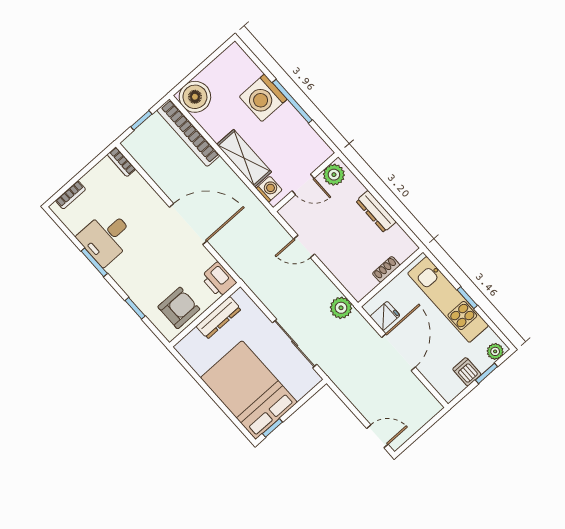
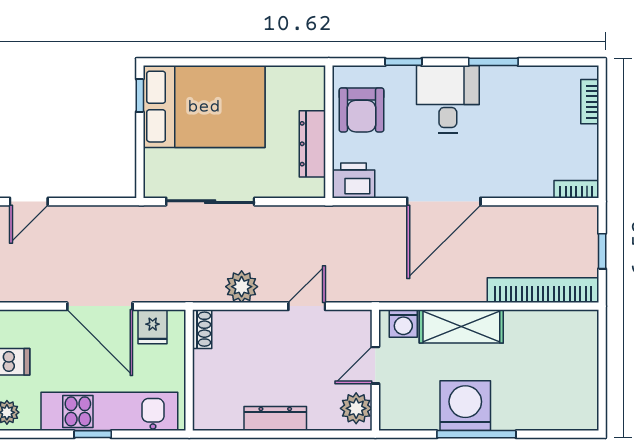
boiler: (195, 97) -> (576, 332), removed
washing machine: (263, 98) -> (465, 406), moved
desk: (106, 237) -> (448, 99), moved
shoe rack: (386, 269) -> (202, 329), moved
plant: (341, 308) -> (242, 287), moved

